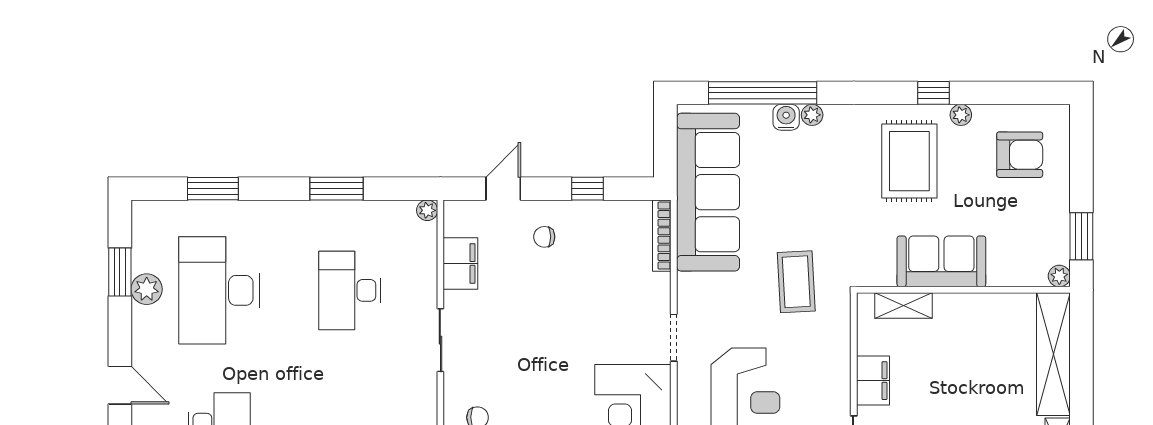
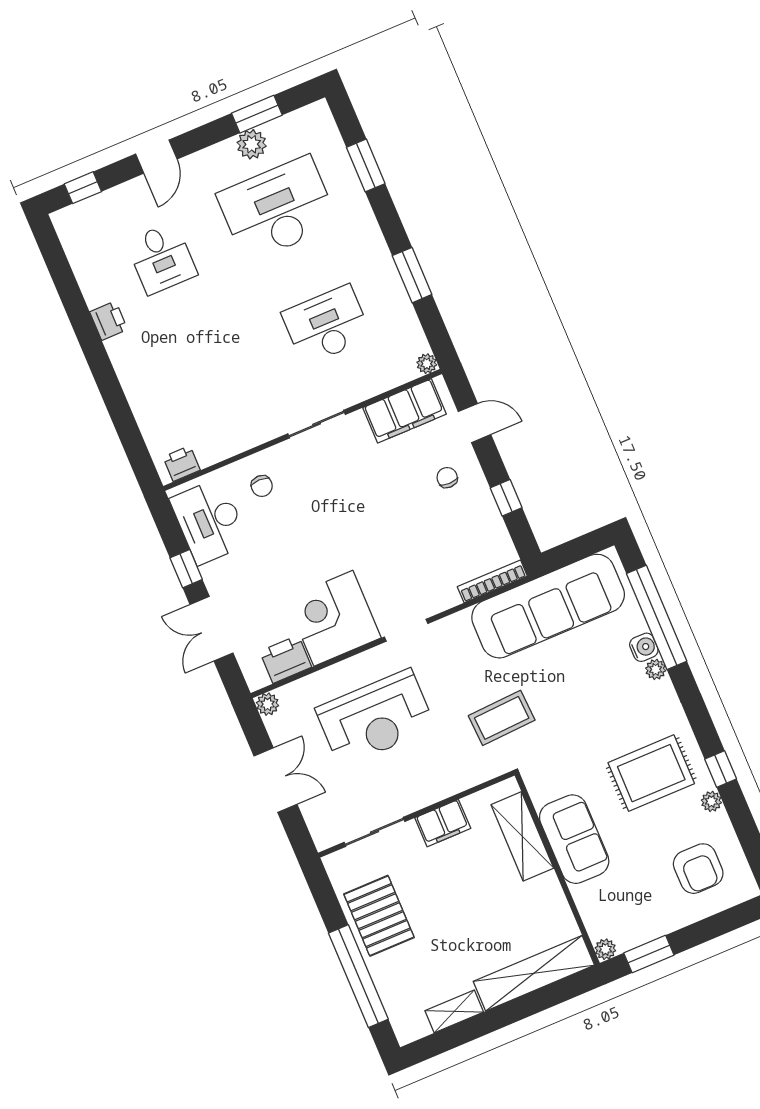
filing cabinet: (460, 263) -> (405, 411), width x1.50, depth x1.17
shelving: (904, 306) -> (522, 836), width x1.50, depth x1.33

